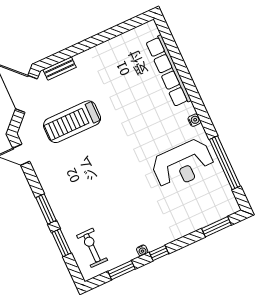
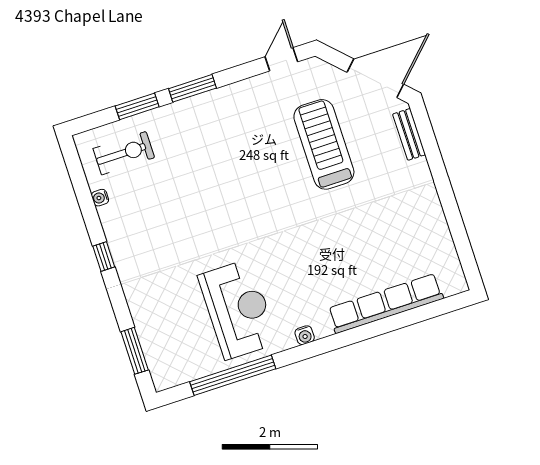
reception desk: (183, 164) -> (238, 309), turned 180
water cooler: (142, 250) -> (100, 198), moved
window: (122, 270) -> (84, 195), removed

